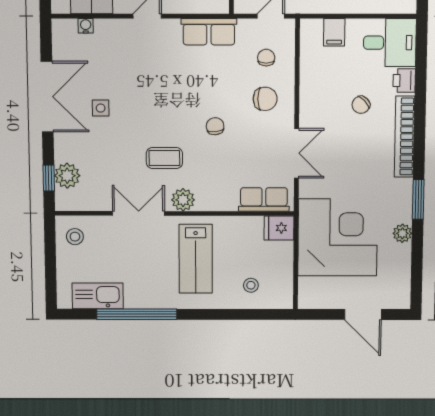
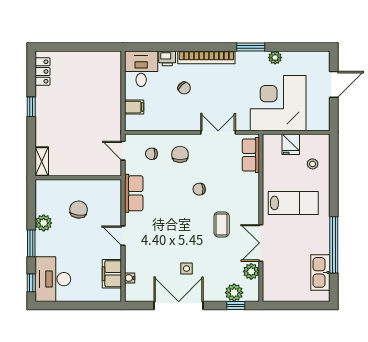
plant: (183, 200) -> (251, 271), moved
fridge: (279, 228) -> (291, 144), moved
stool: (75, 237) -> (278, 288), removed

